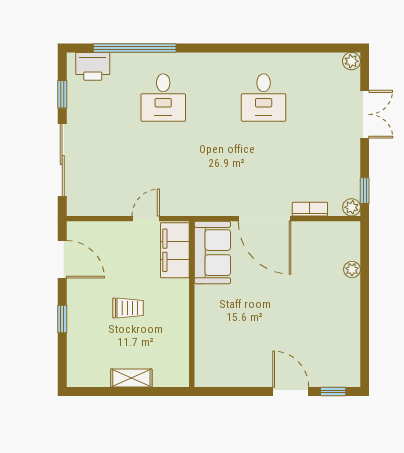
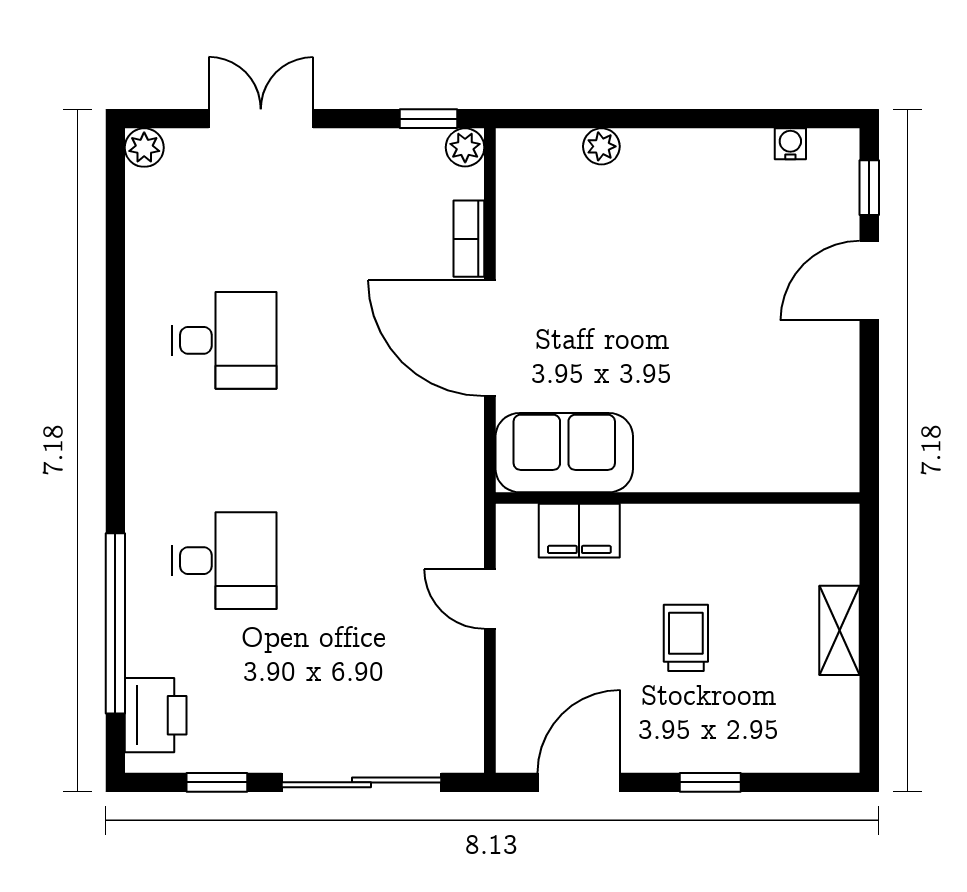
door: (265, 219) -> (490, 338), swing flipped
filing cabinet: (175, 250) -> (579, 531), width x0.67, depth x0.86
water cooler: (353, 356) -> (790, 144), added

